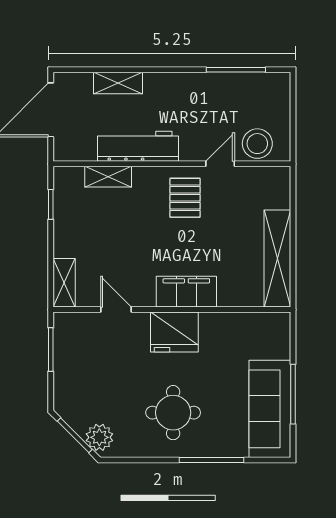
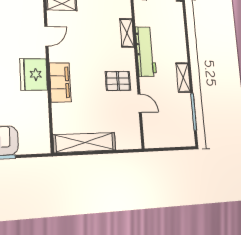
shelving: (118, 83) -> (183, 78), moved
stool: (257, 144) -> (153, 127), removed

